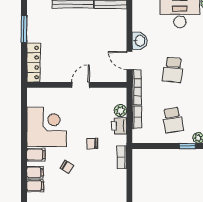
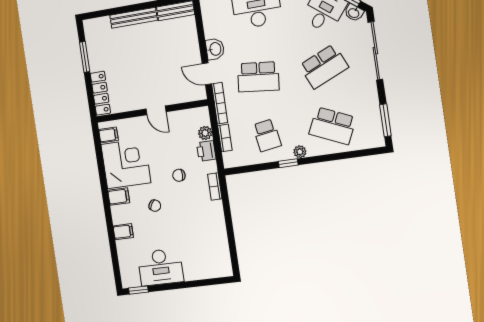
school desk: (173, 70) -> (258, 77), width x1.85
door: (81, 85) -> (156, 110), swing flipped
filing cabinet: (35, 172) -> (108, 135), moved

